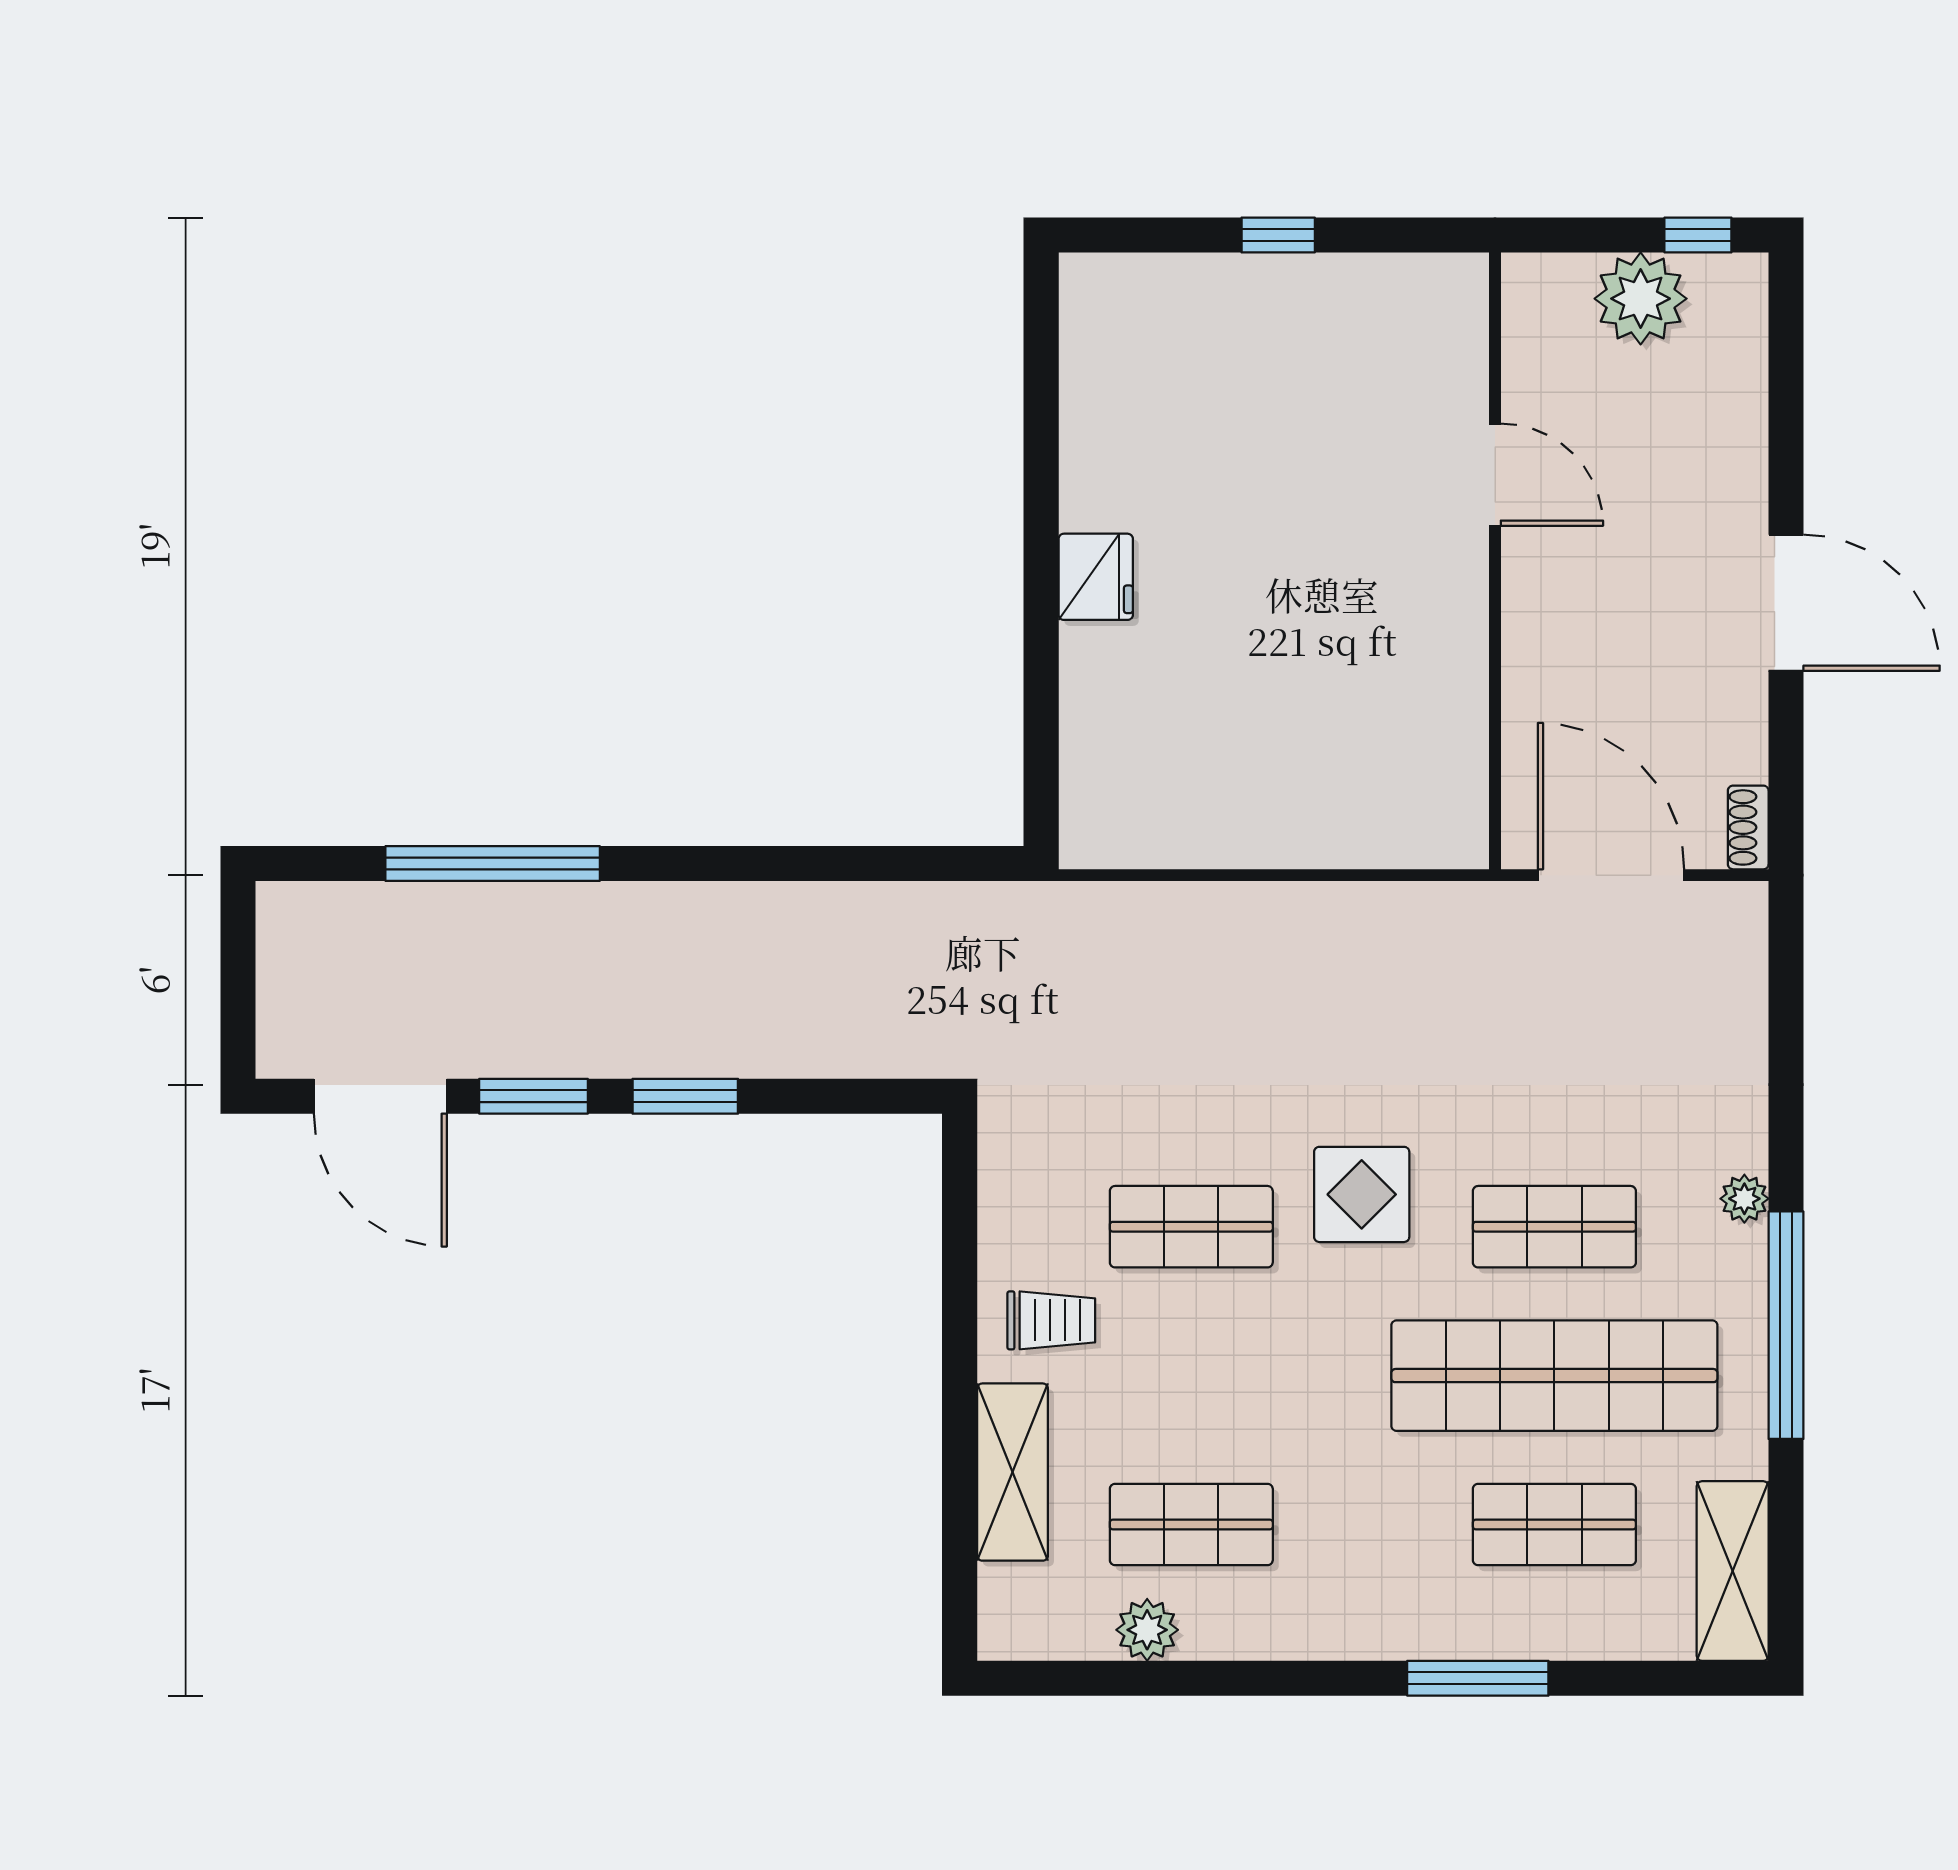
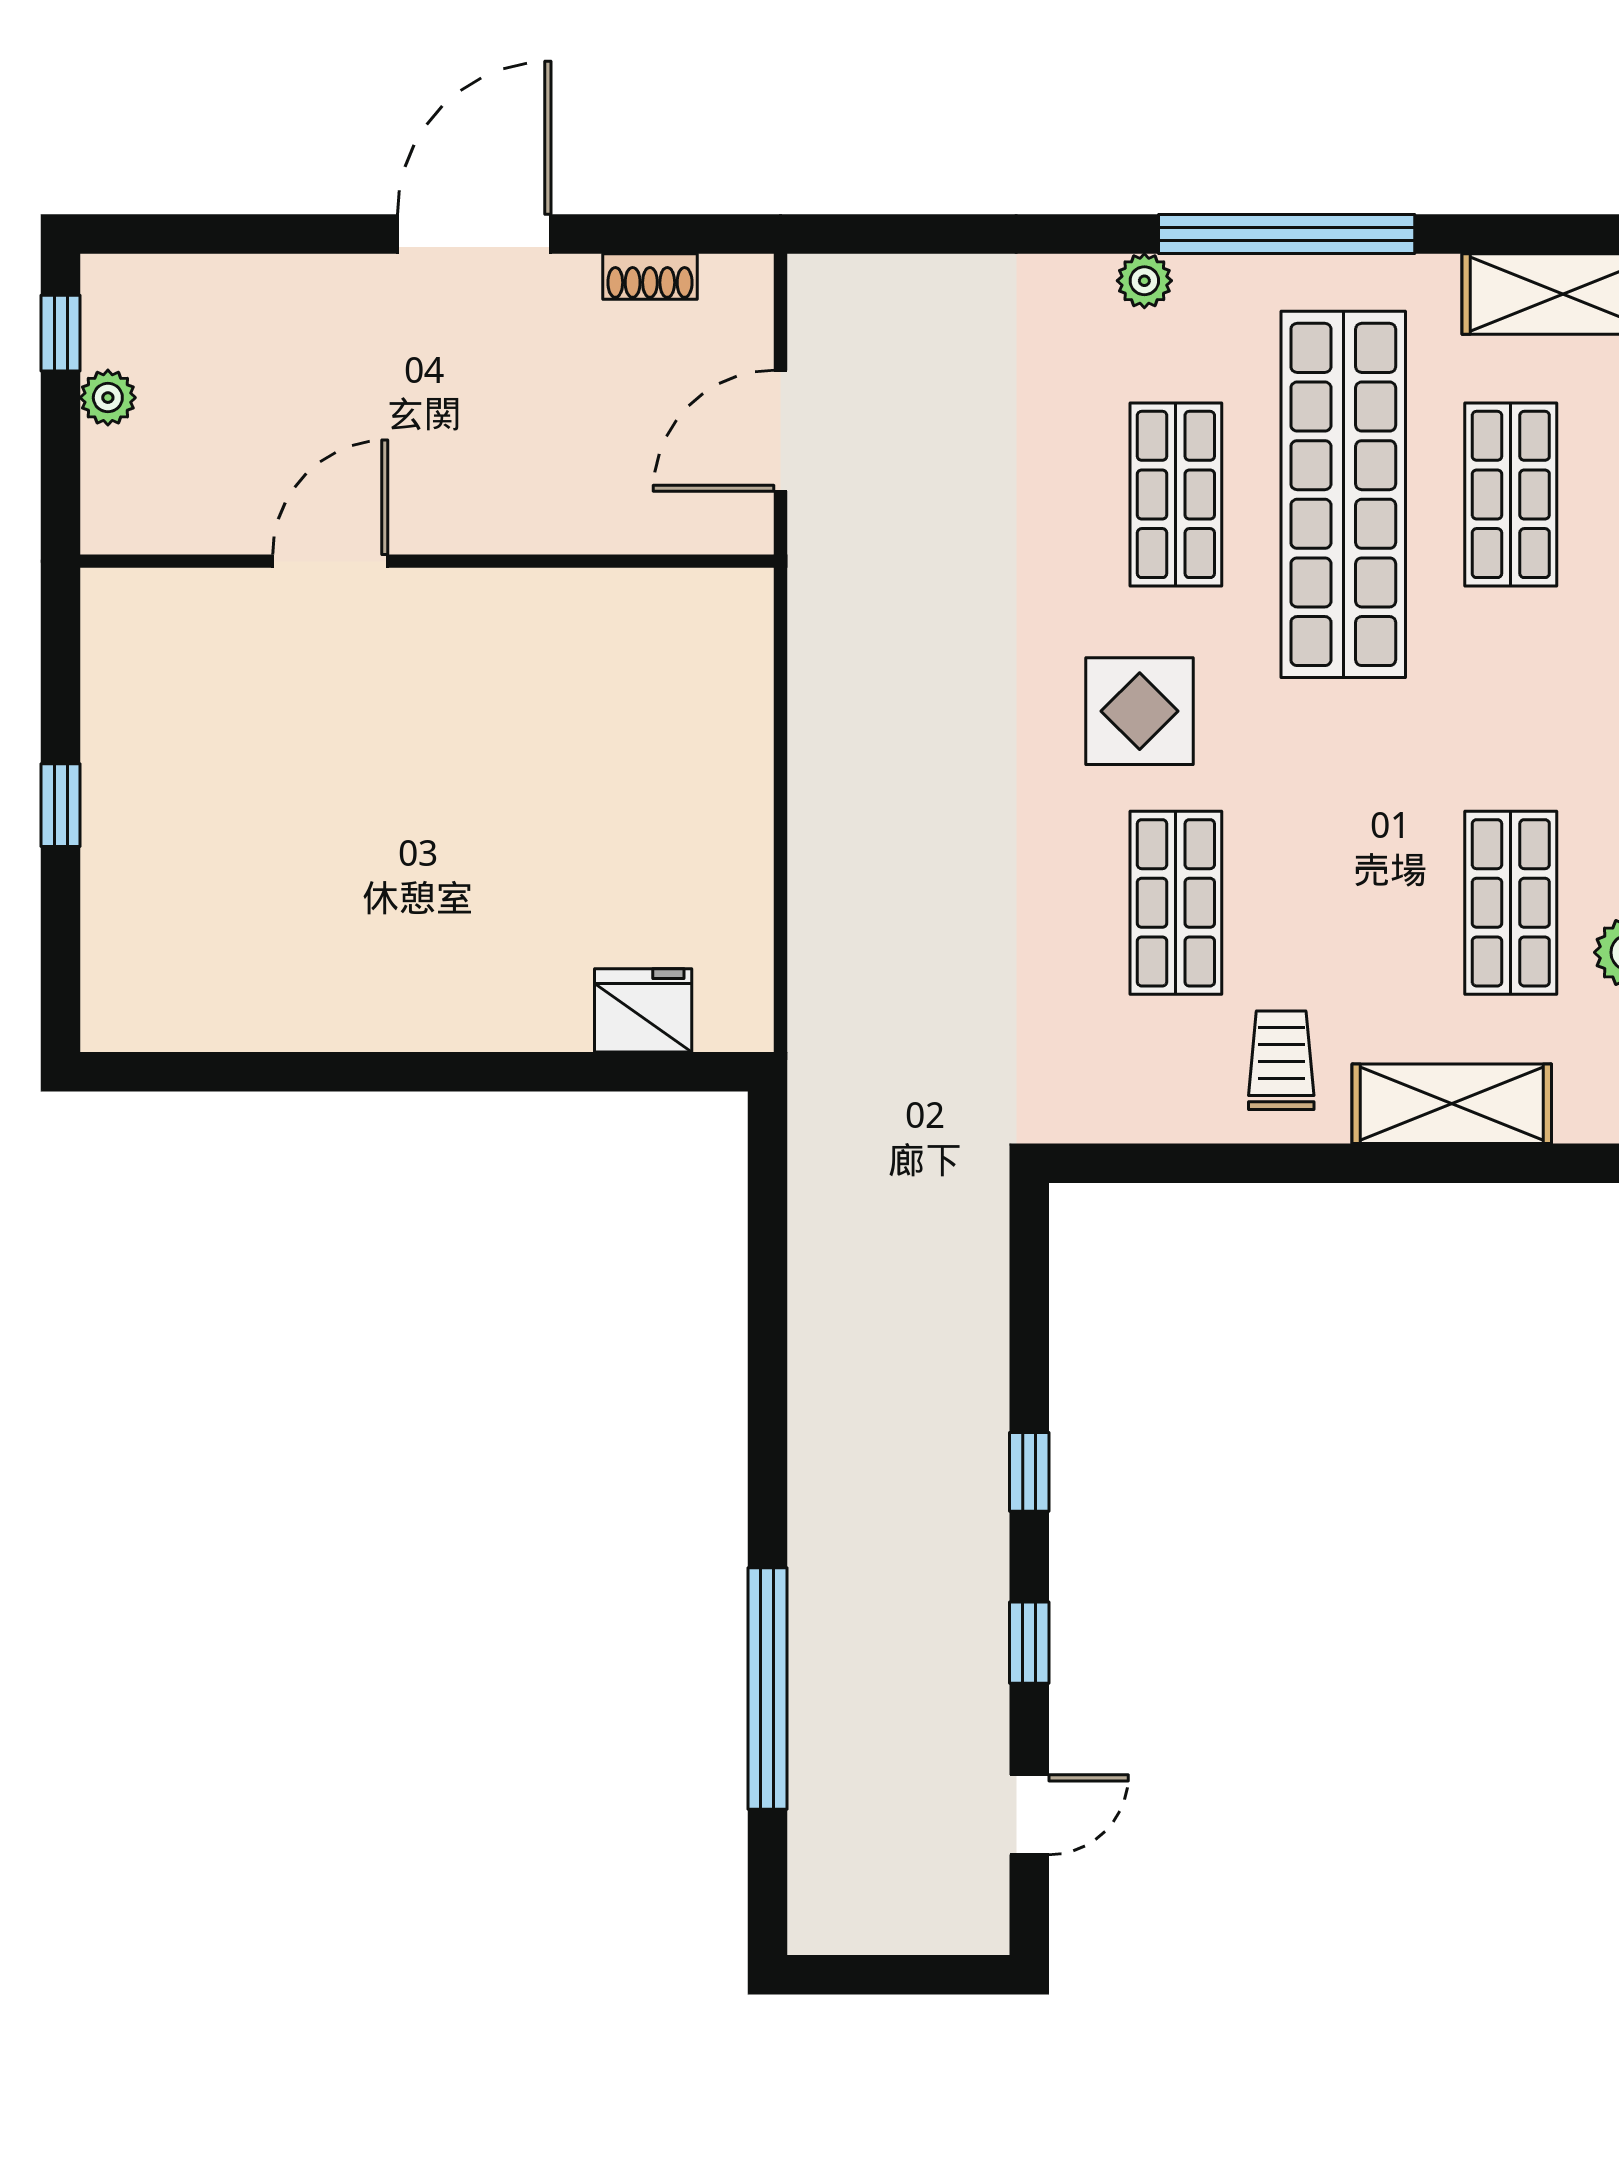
plant: (1641, 299) -> (108, 398), width x0.53, depth x0.53
fridge: (1096, 577) -> (643, 1010), moved
shoe rack: (1748, 827) -> (650, 276), moved
door: (1611, 875) -> (780, 431), width x0.73
door: (380, 1096) -> (1029, 1815), width x0.53
window: (533, 1096) -> (1029, 1643), width x0.67
window: (685, 1096) -> (1029, 1472), width x0.67

